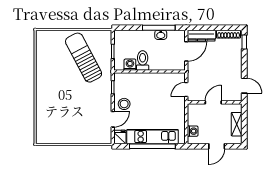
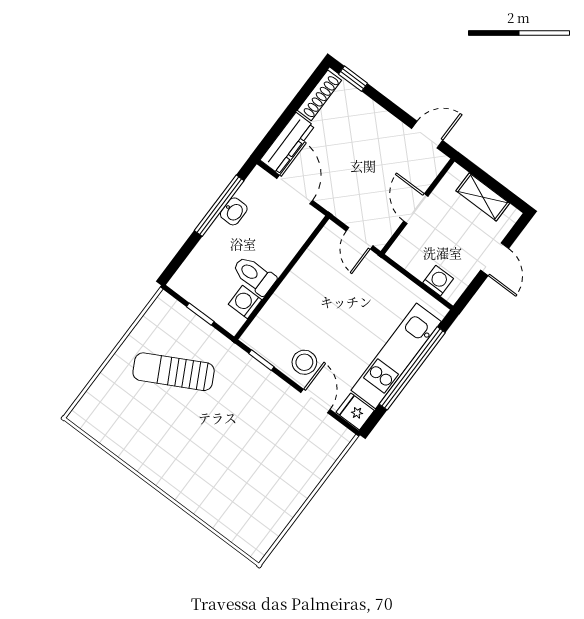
sun lounger: (84, 58) -> (174, 372), width x0.73, depth x0.75

